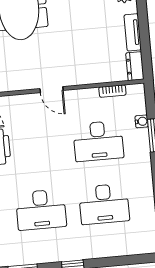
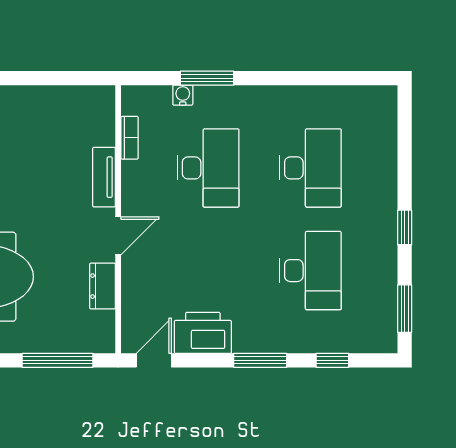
tv unit: (133, 32) -> (104, 177), moved, turned 90
dresser: (135, 66) -> (103, 286), moved, turned 90

